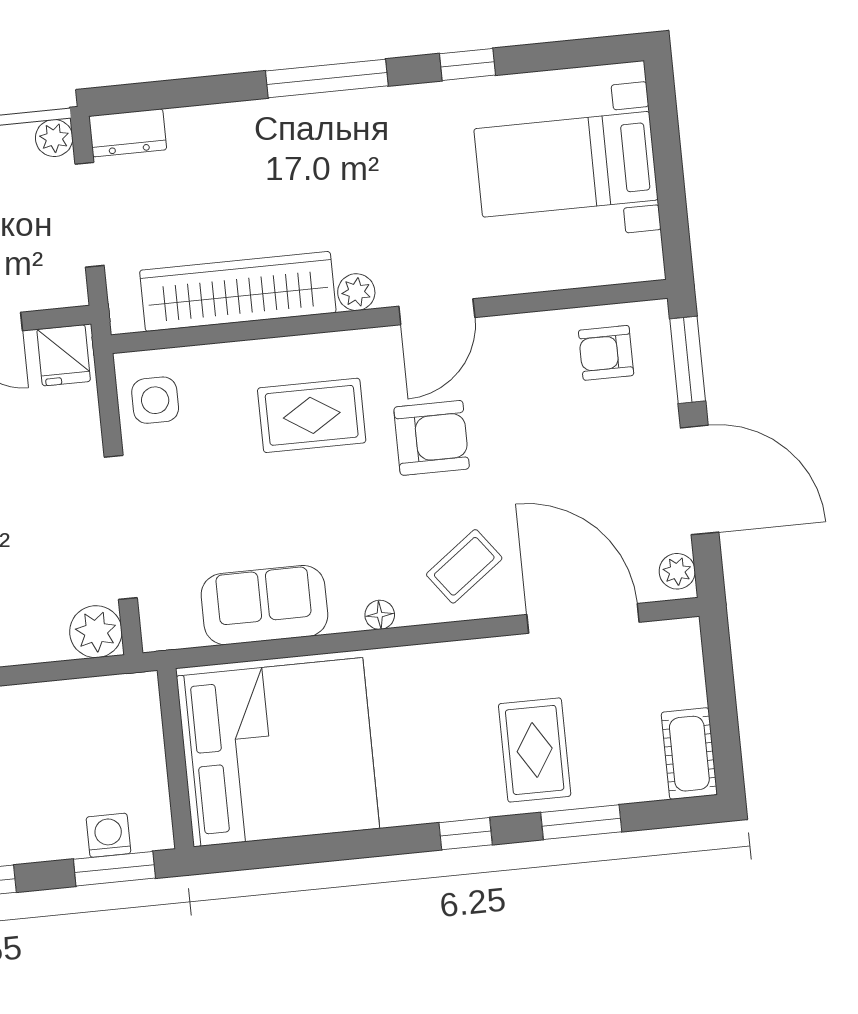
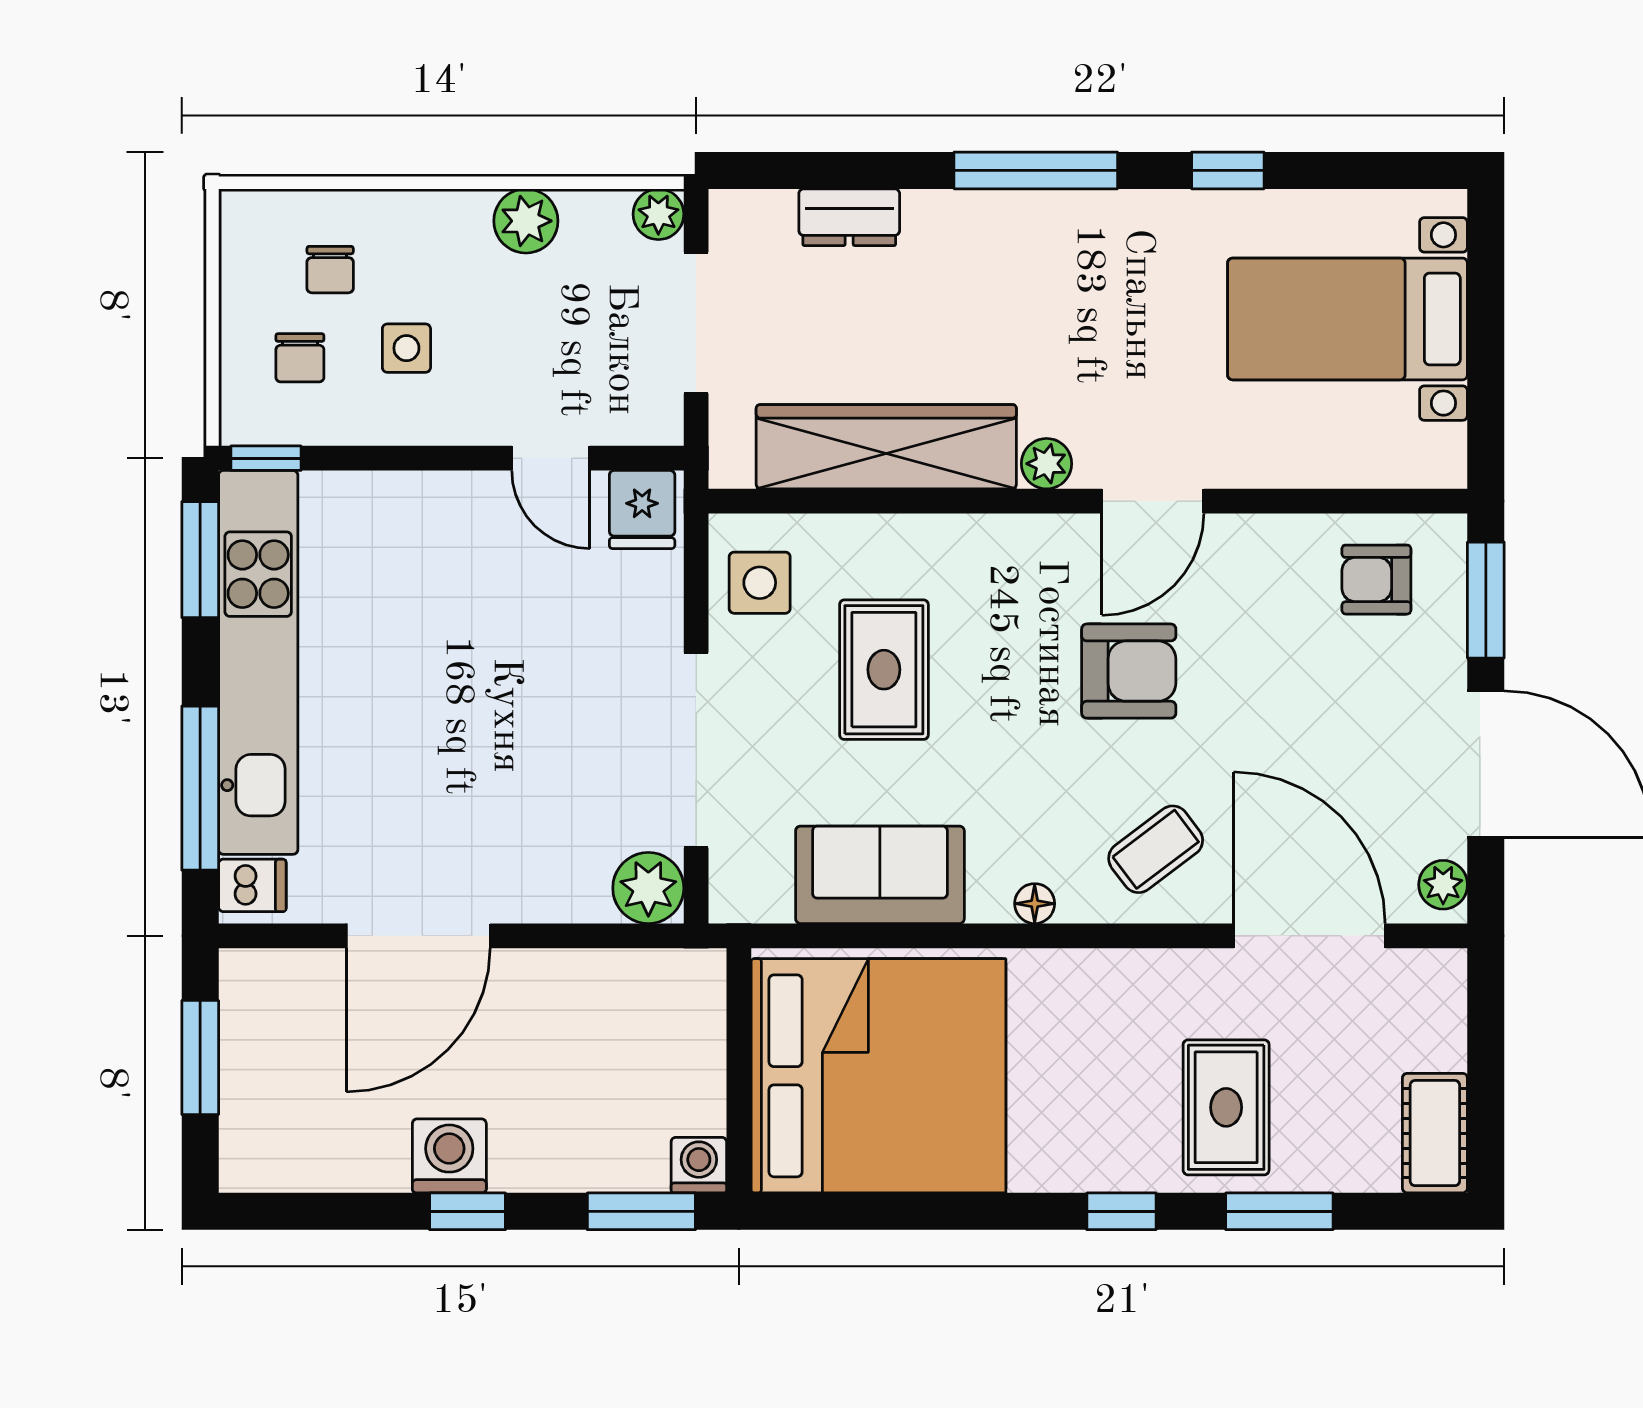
dresser: (128, 133) -> (849, 217), moved
rug: (312, 415) -> (884, 670), moved, turned 90
washing machine: (108, 835) -> (699, 1165), moved

